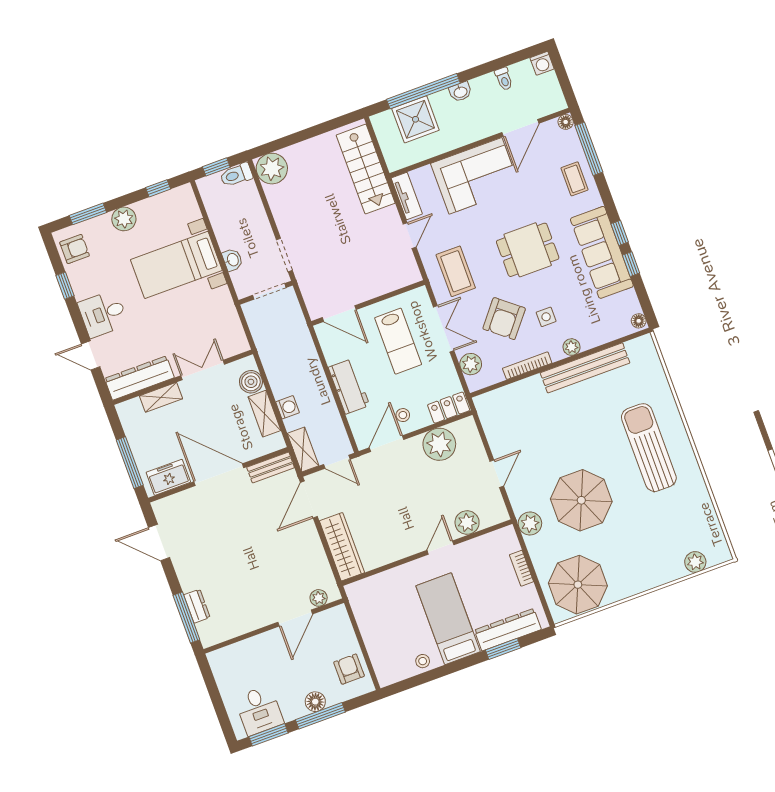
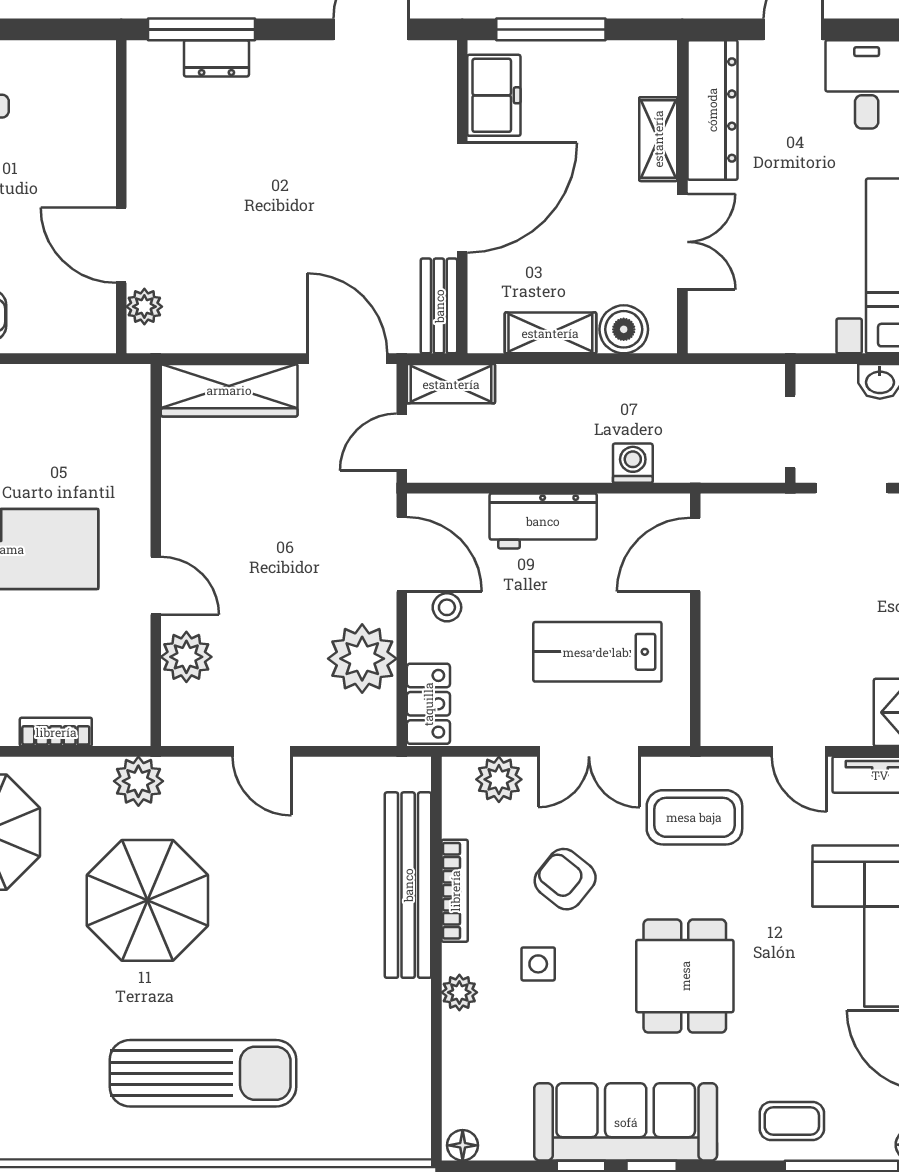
armchair: (504, 319) -> (565, 879), width x0.72, depth x0.72
bench: (585, 368) -> (408, 885), moved
washing machine: (288, 407) -> (633, 463), moved, turned 180

